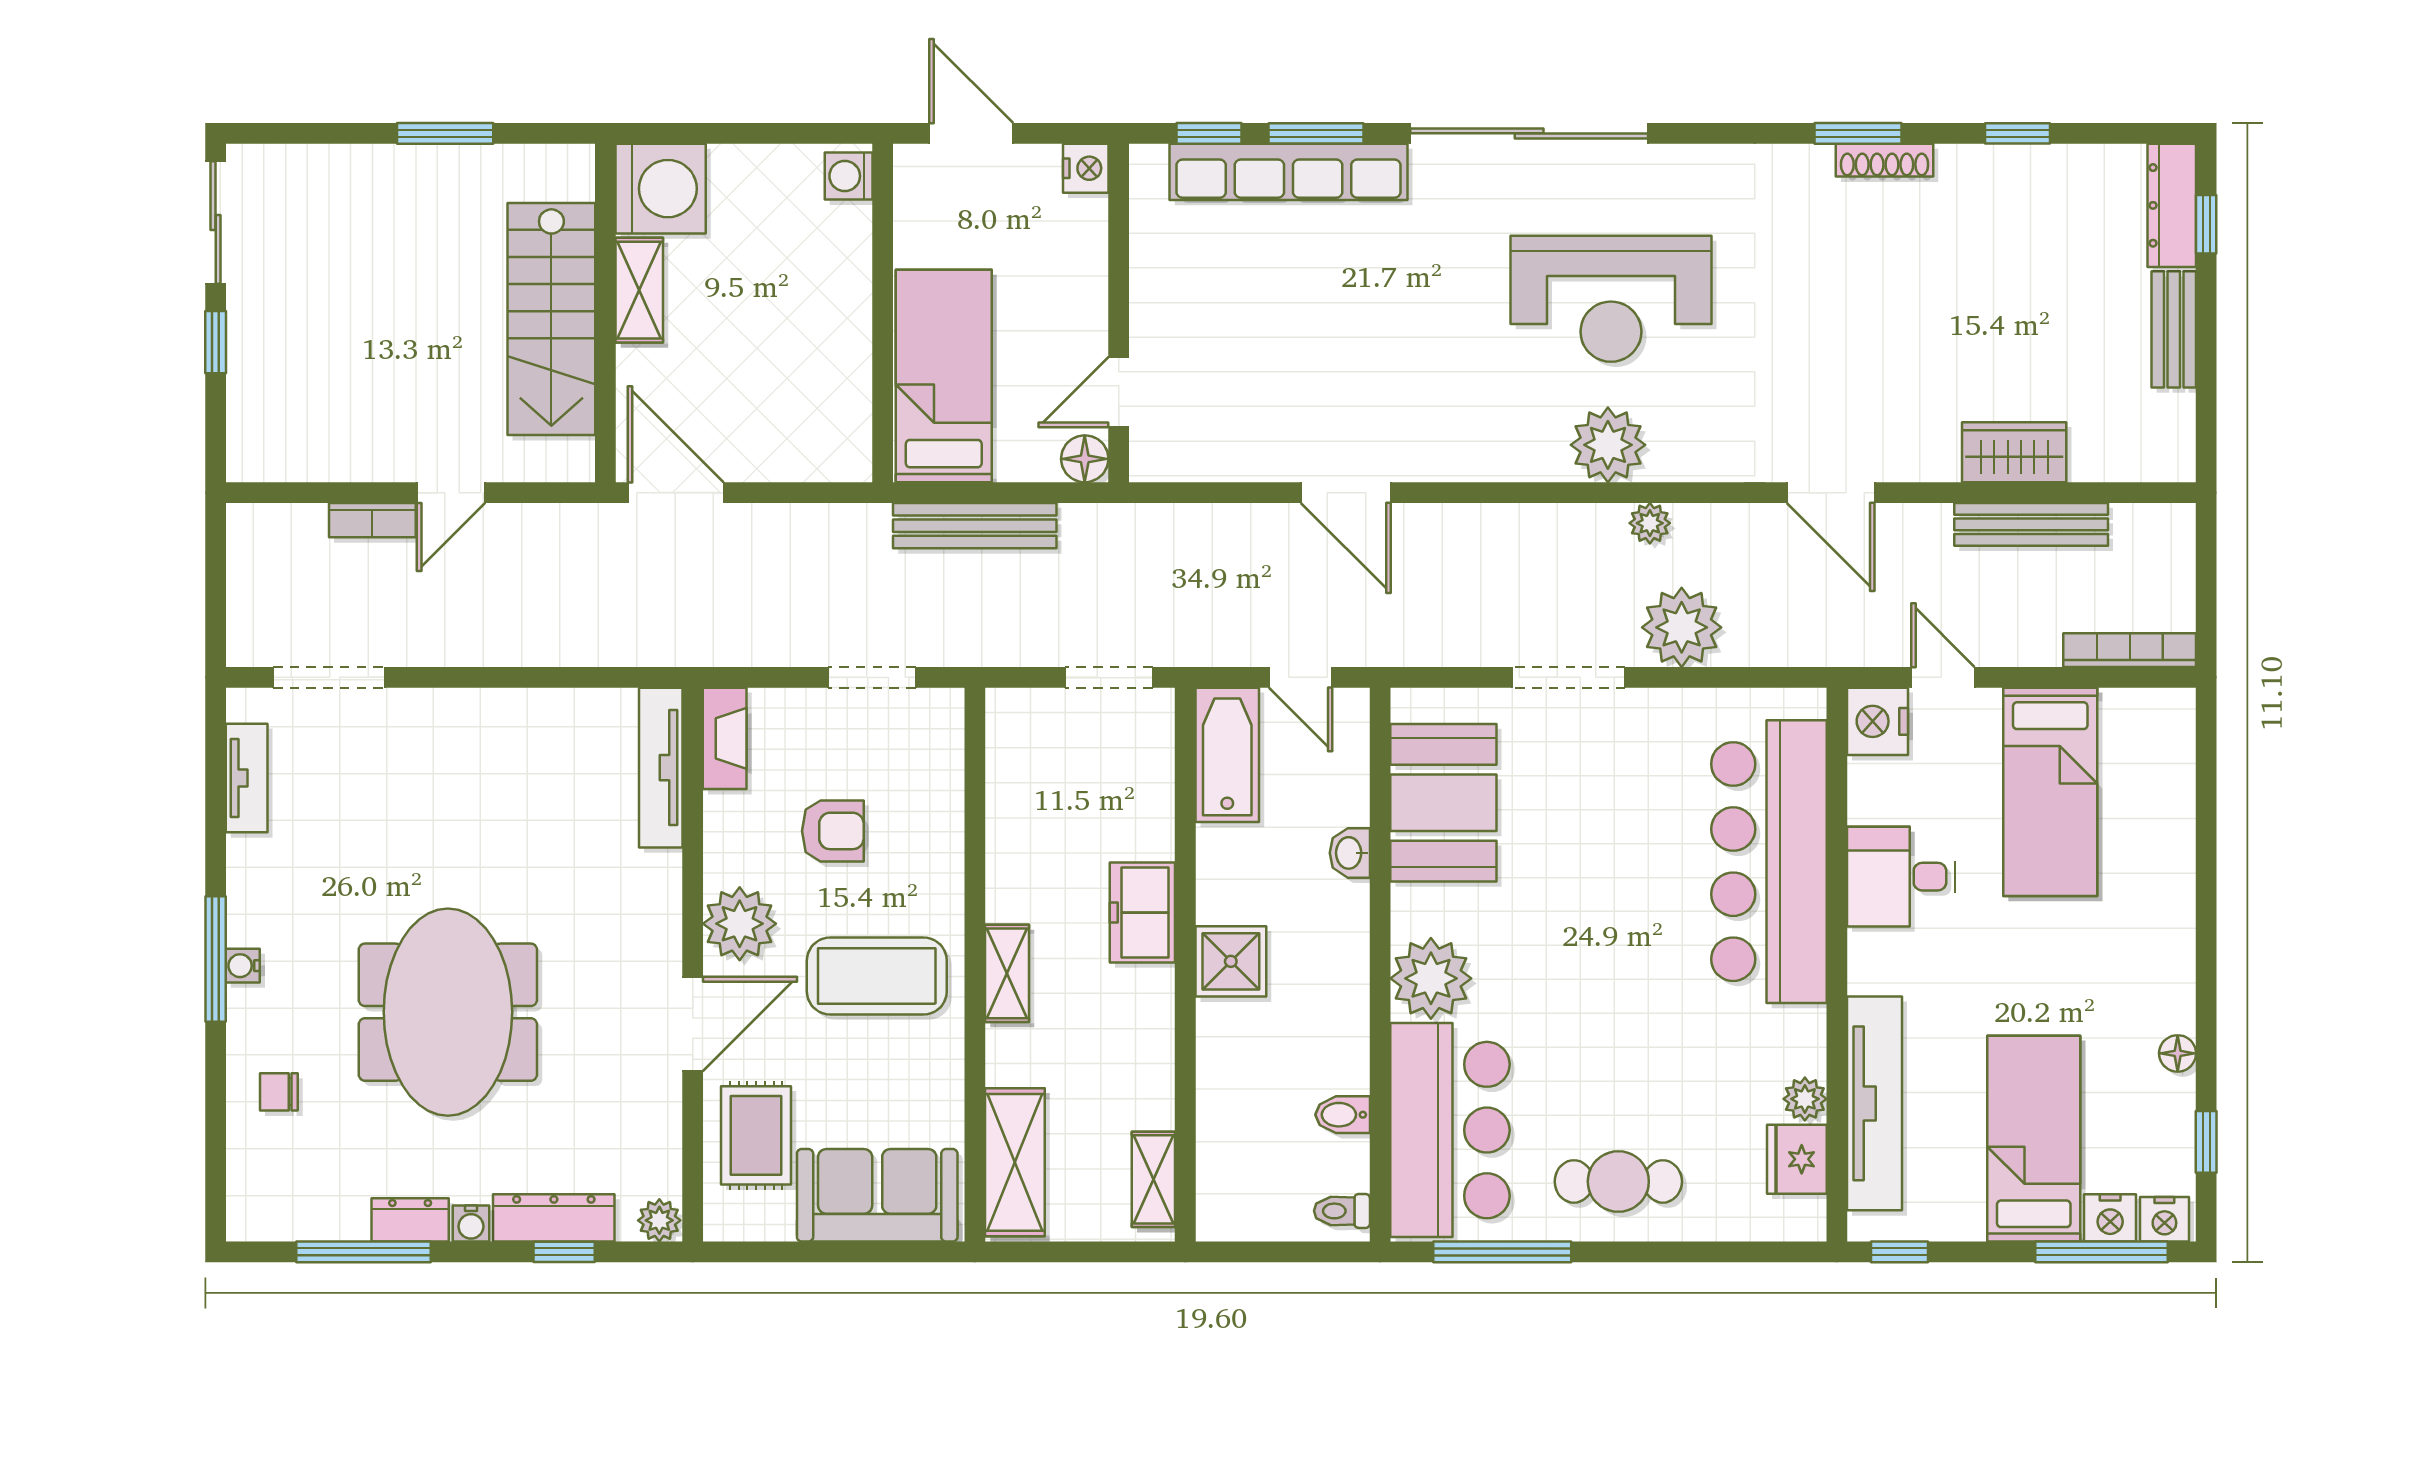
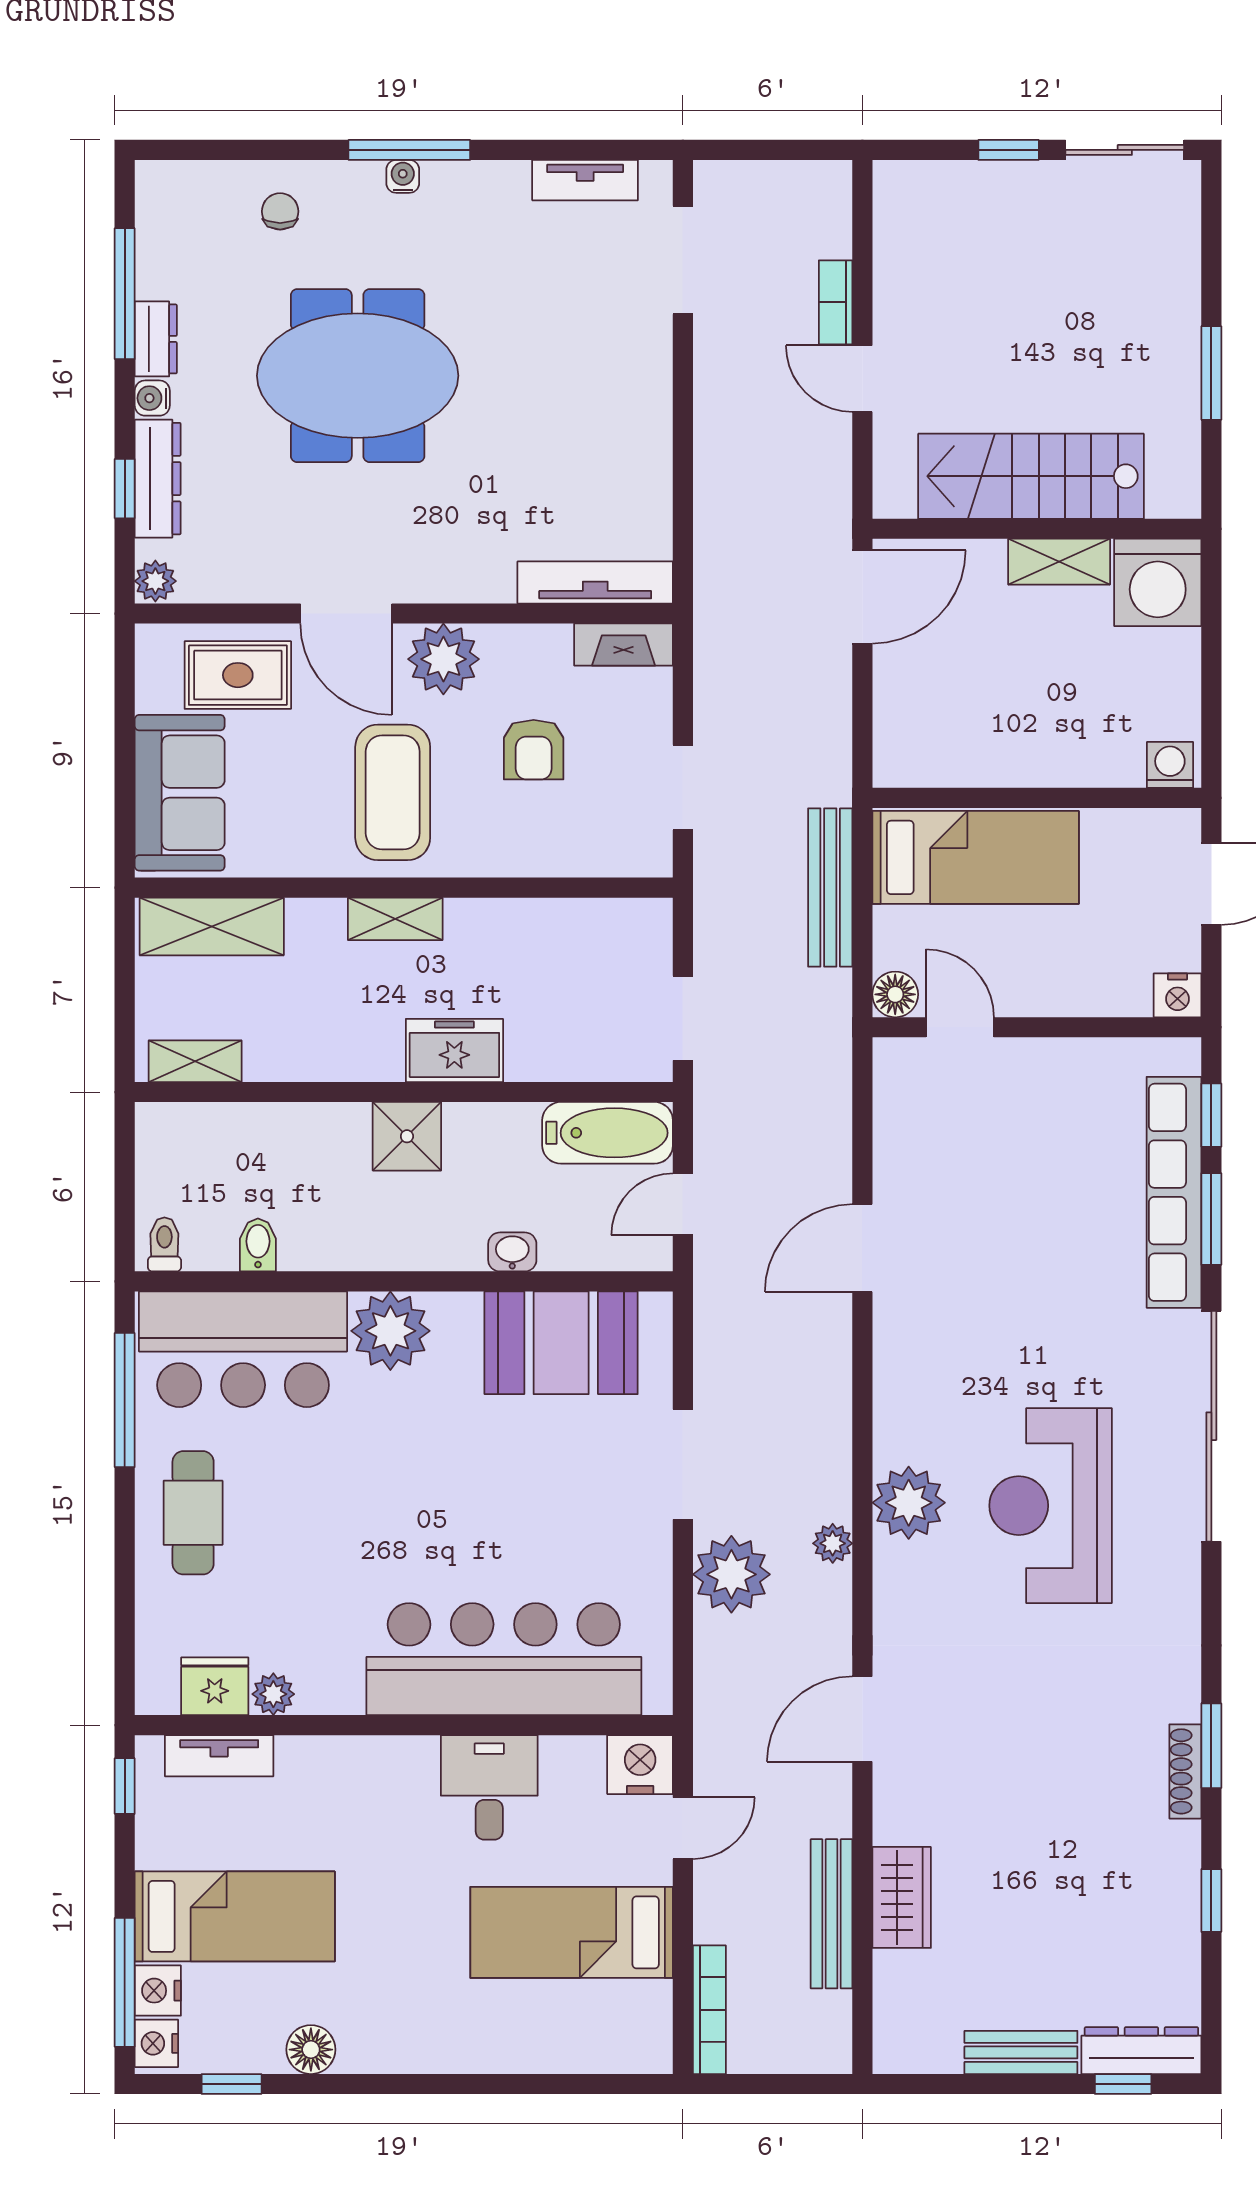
floor lamp: (2178, 1053) -> (311, 2050), width x1.37, depth x1.37
tv unit: (1874, 1103) -> (219, 1756), width x0.52, depth x0.78

